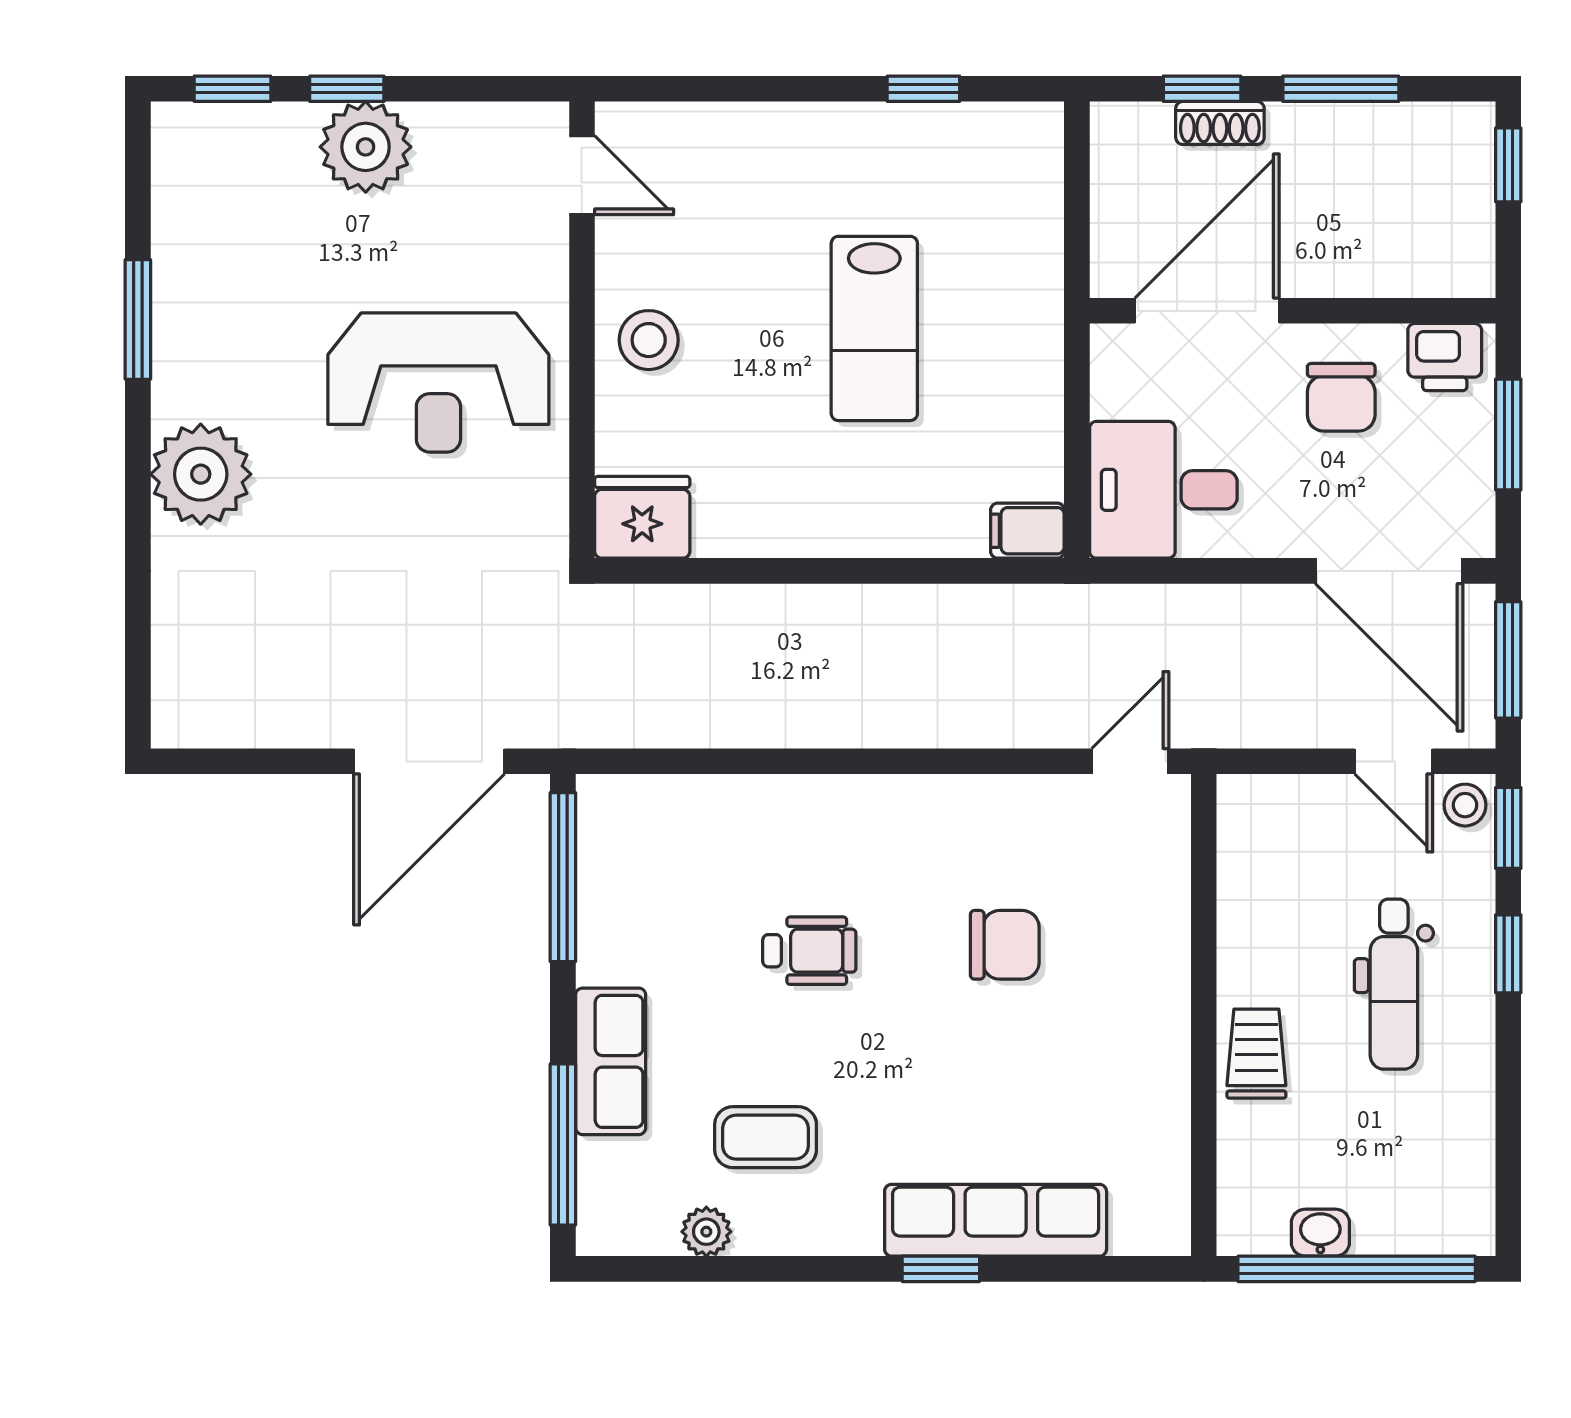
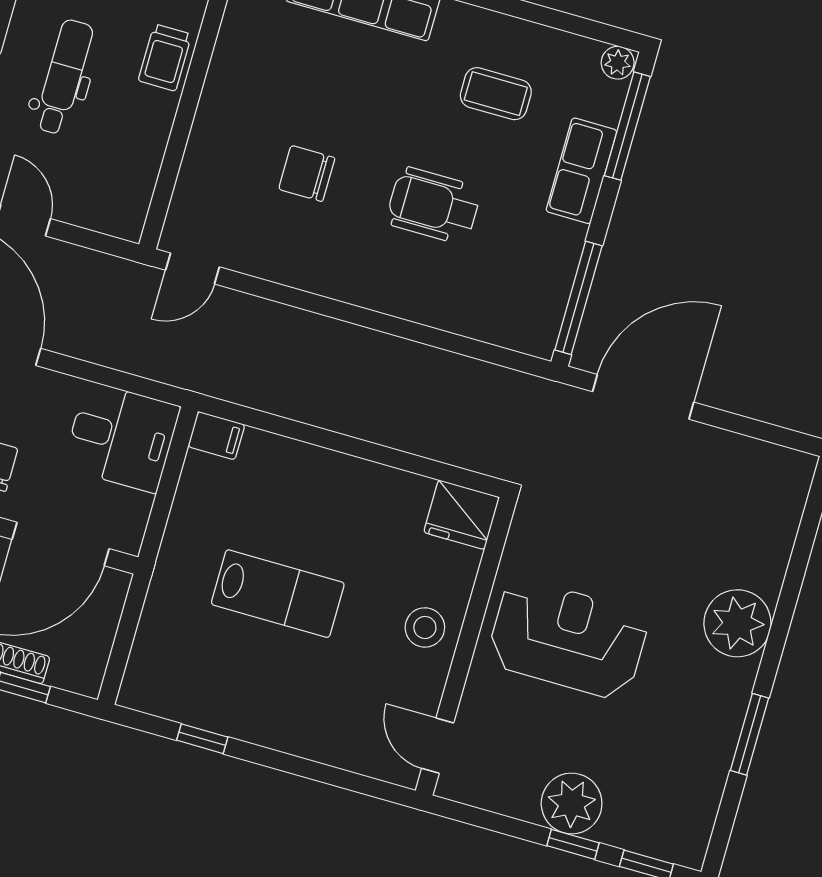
lab bench: (874, 328) -> (278, 594), turned 90
wheelchair: (809, 951) -> (433, 206), width x1.36, depth x1.37
plant: (706, 1232) -> (618, 63), moved

